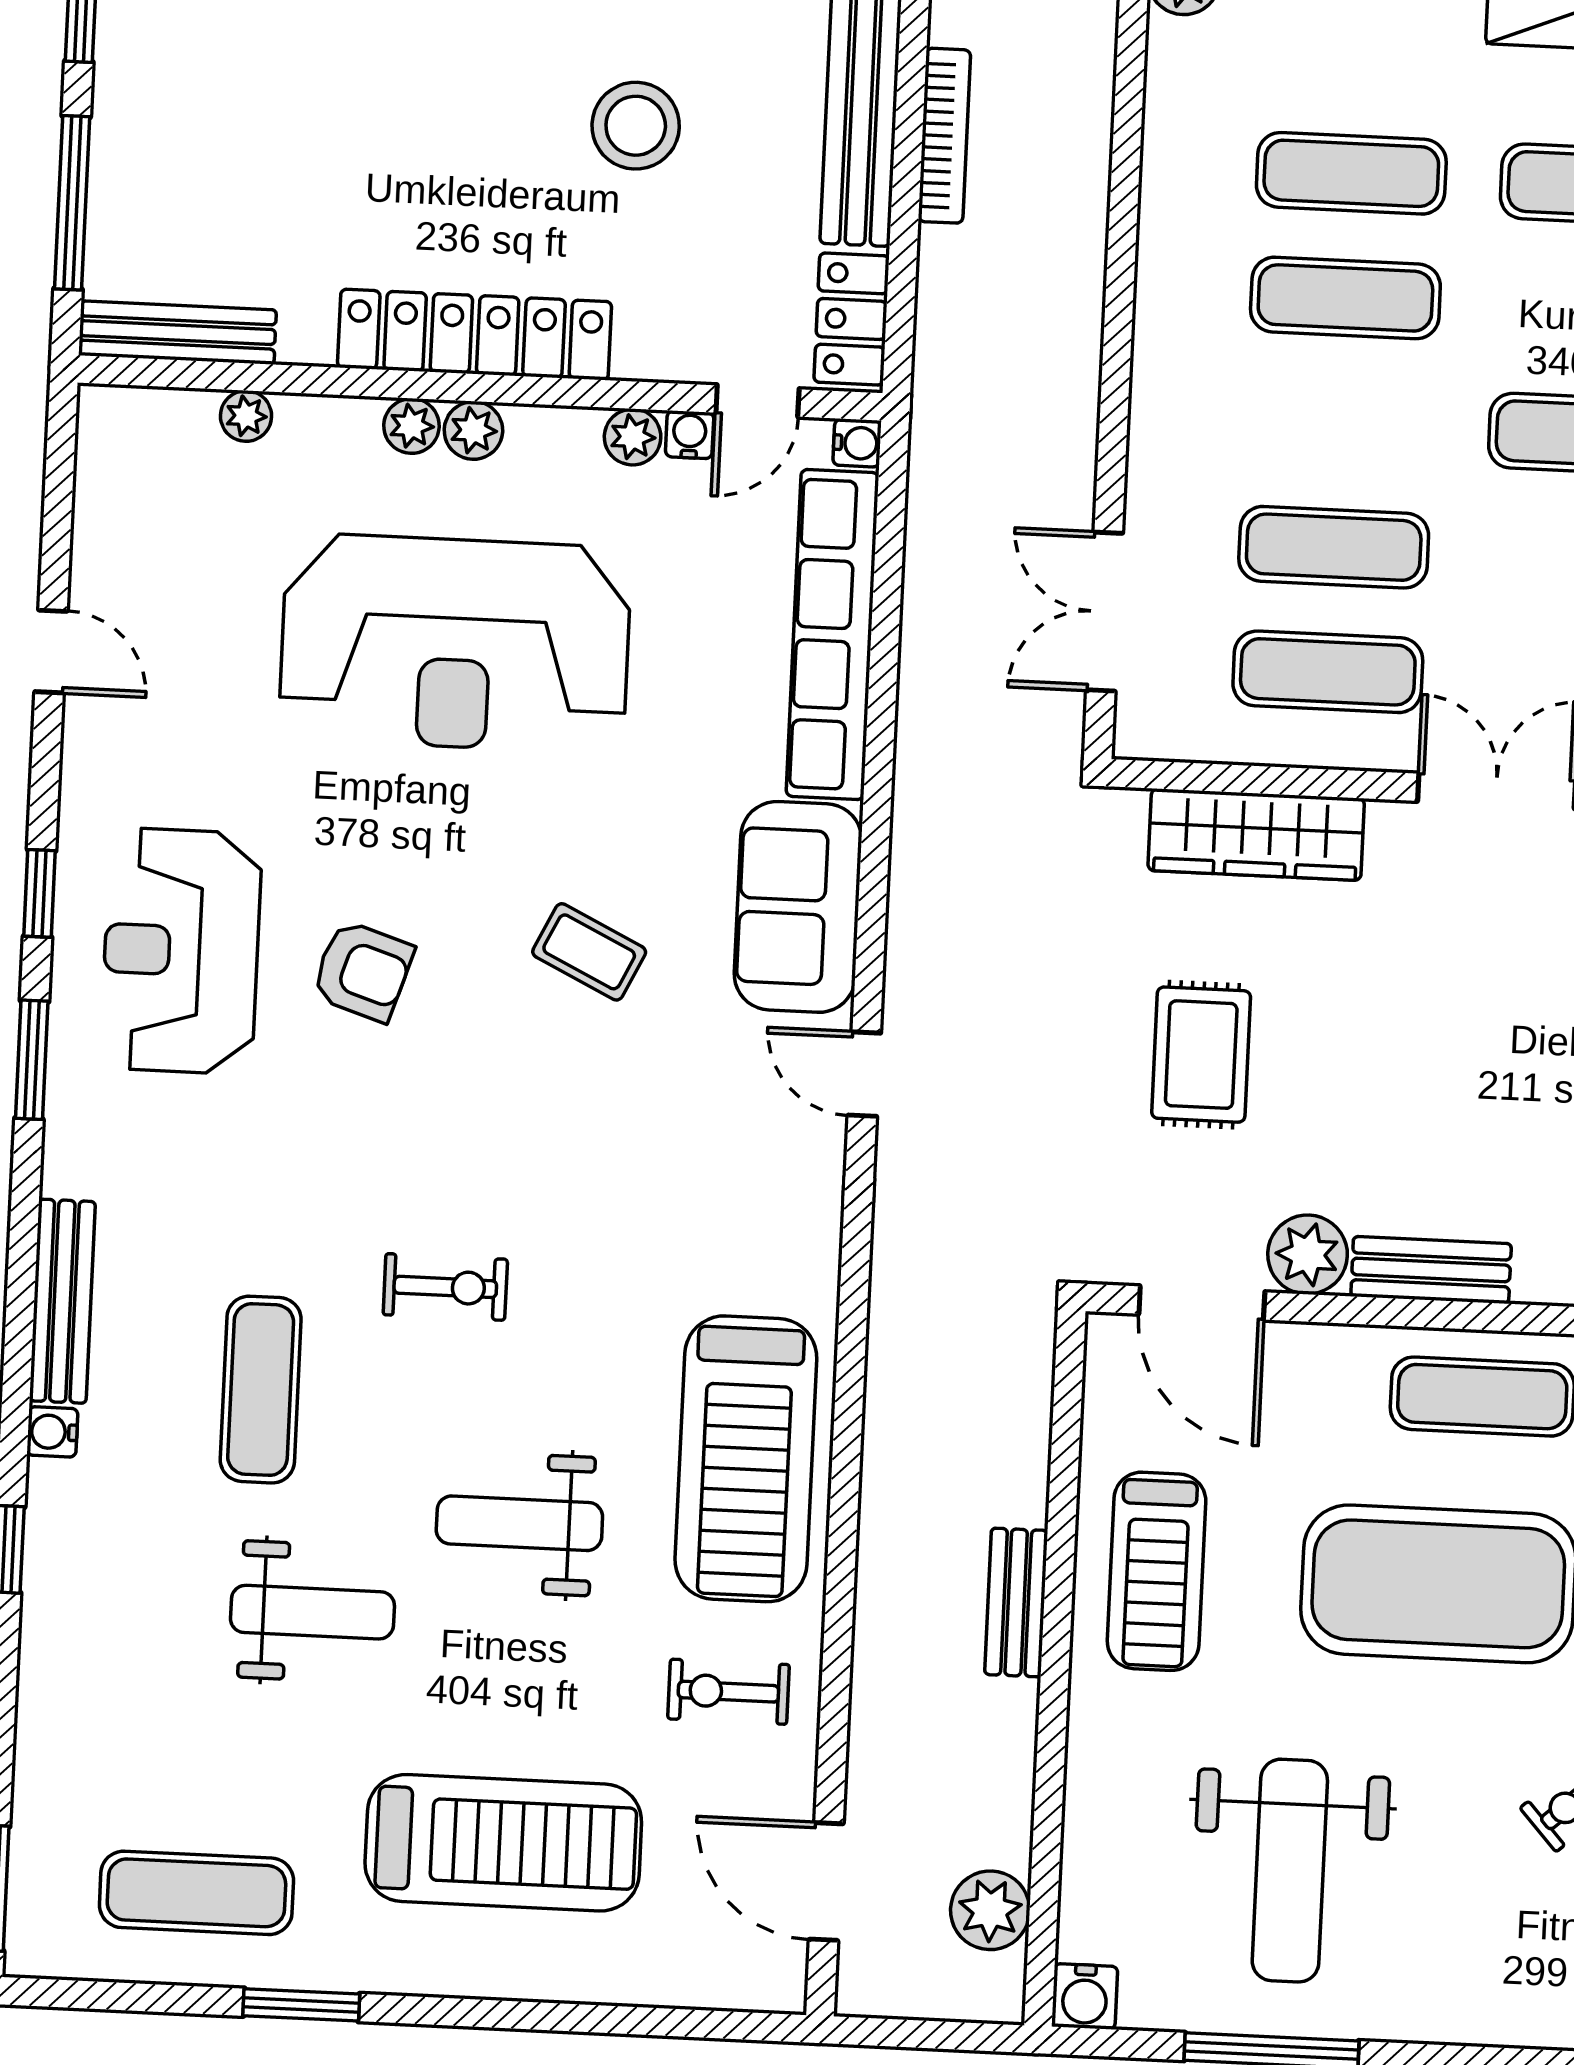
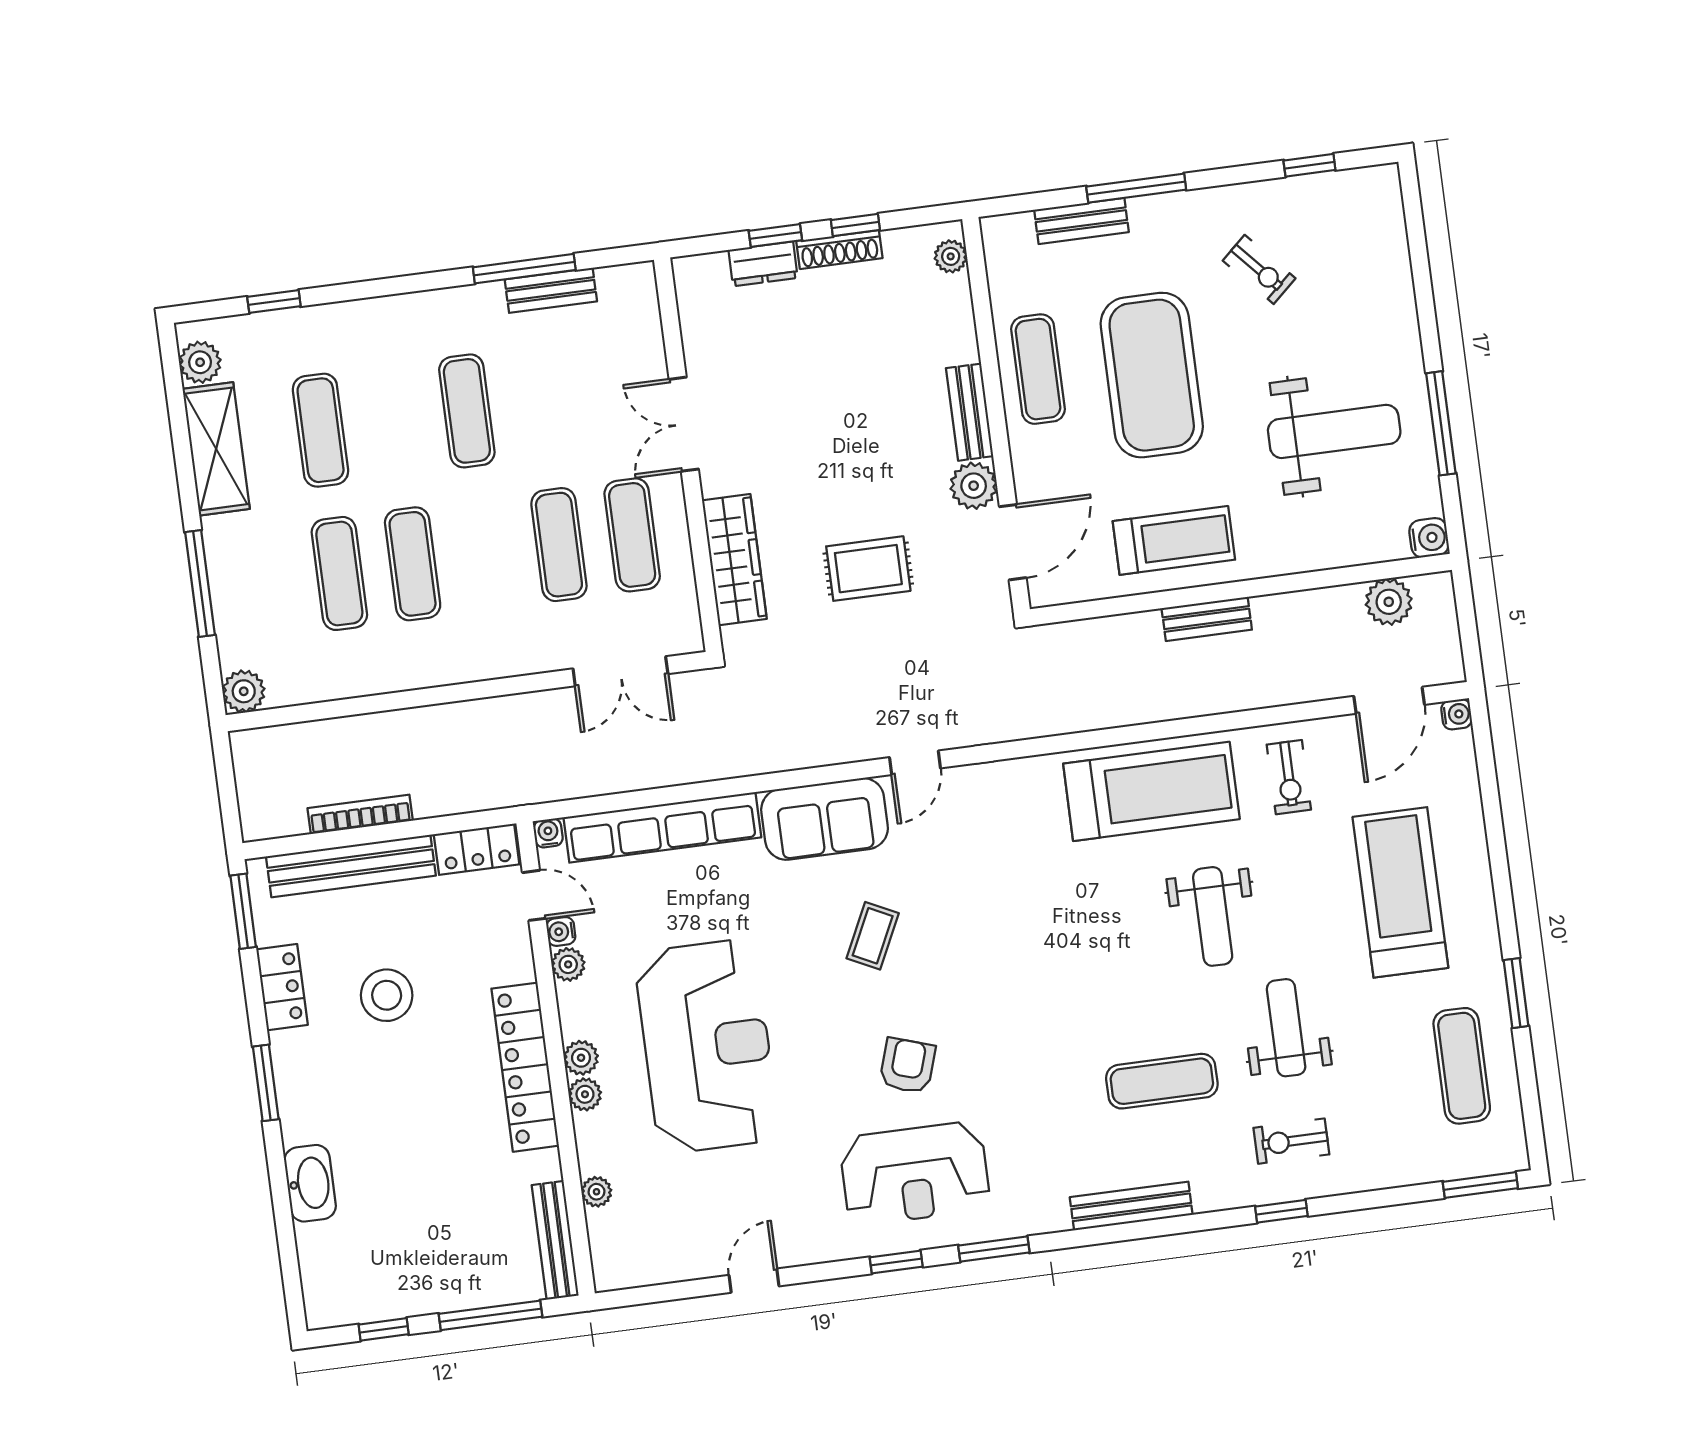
exercise bike: (445, 1287) -> (1291, 1141), moved, turned -90
water cooler: (52, 1432) -> (1457, 714), moved, turned -90

